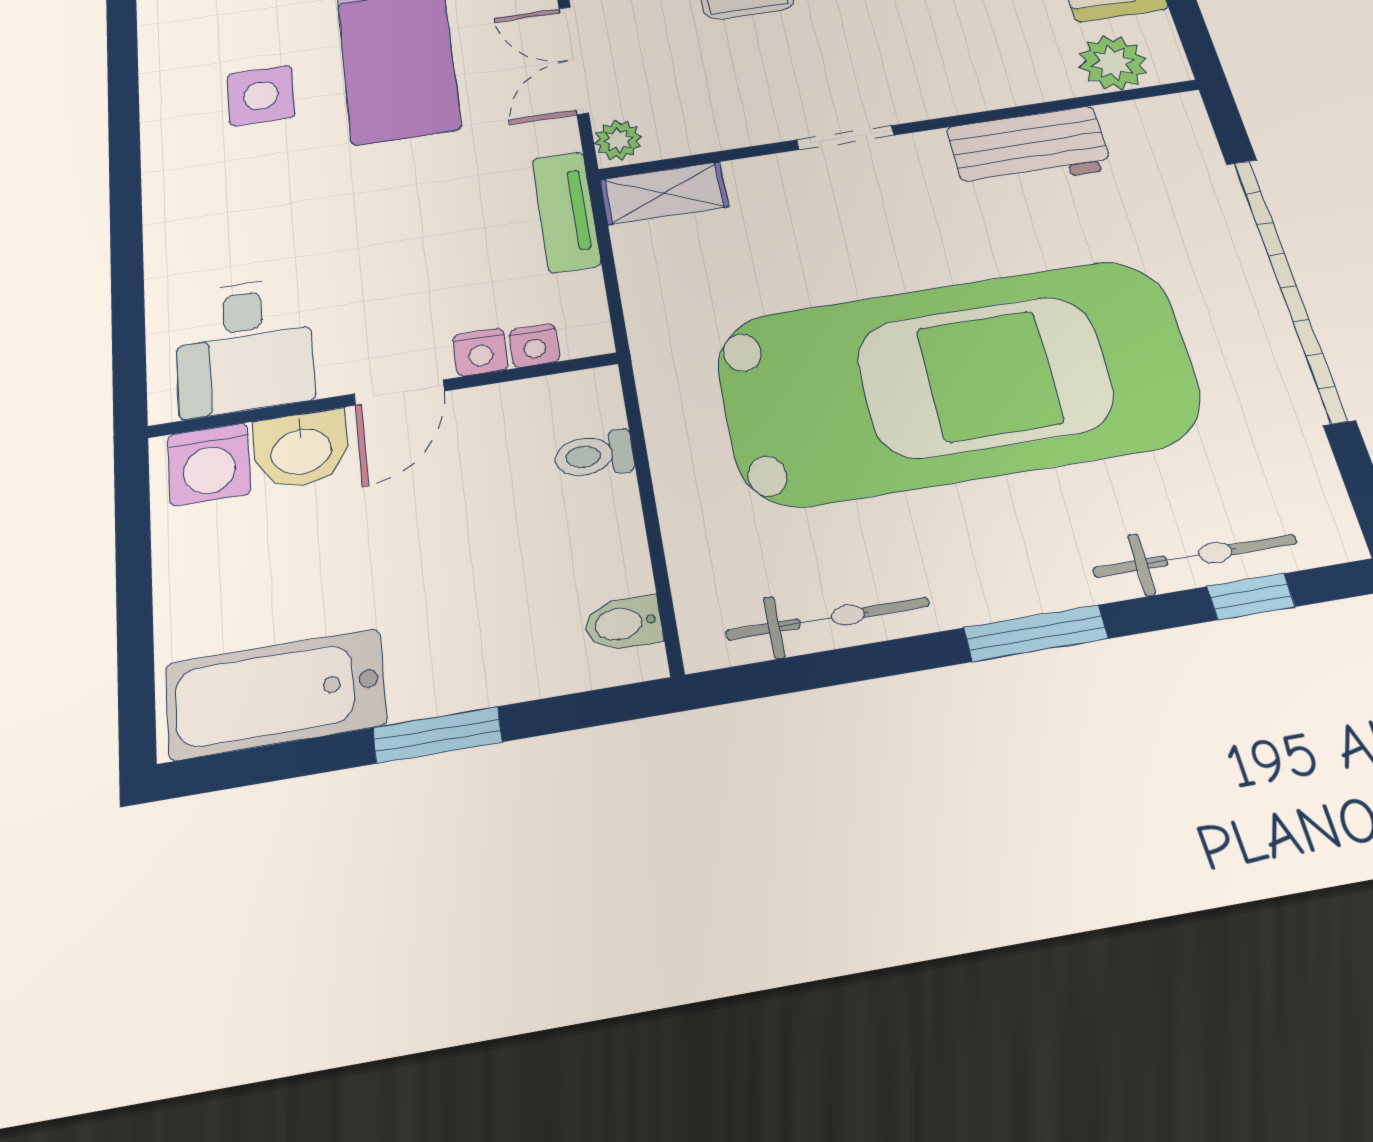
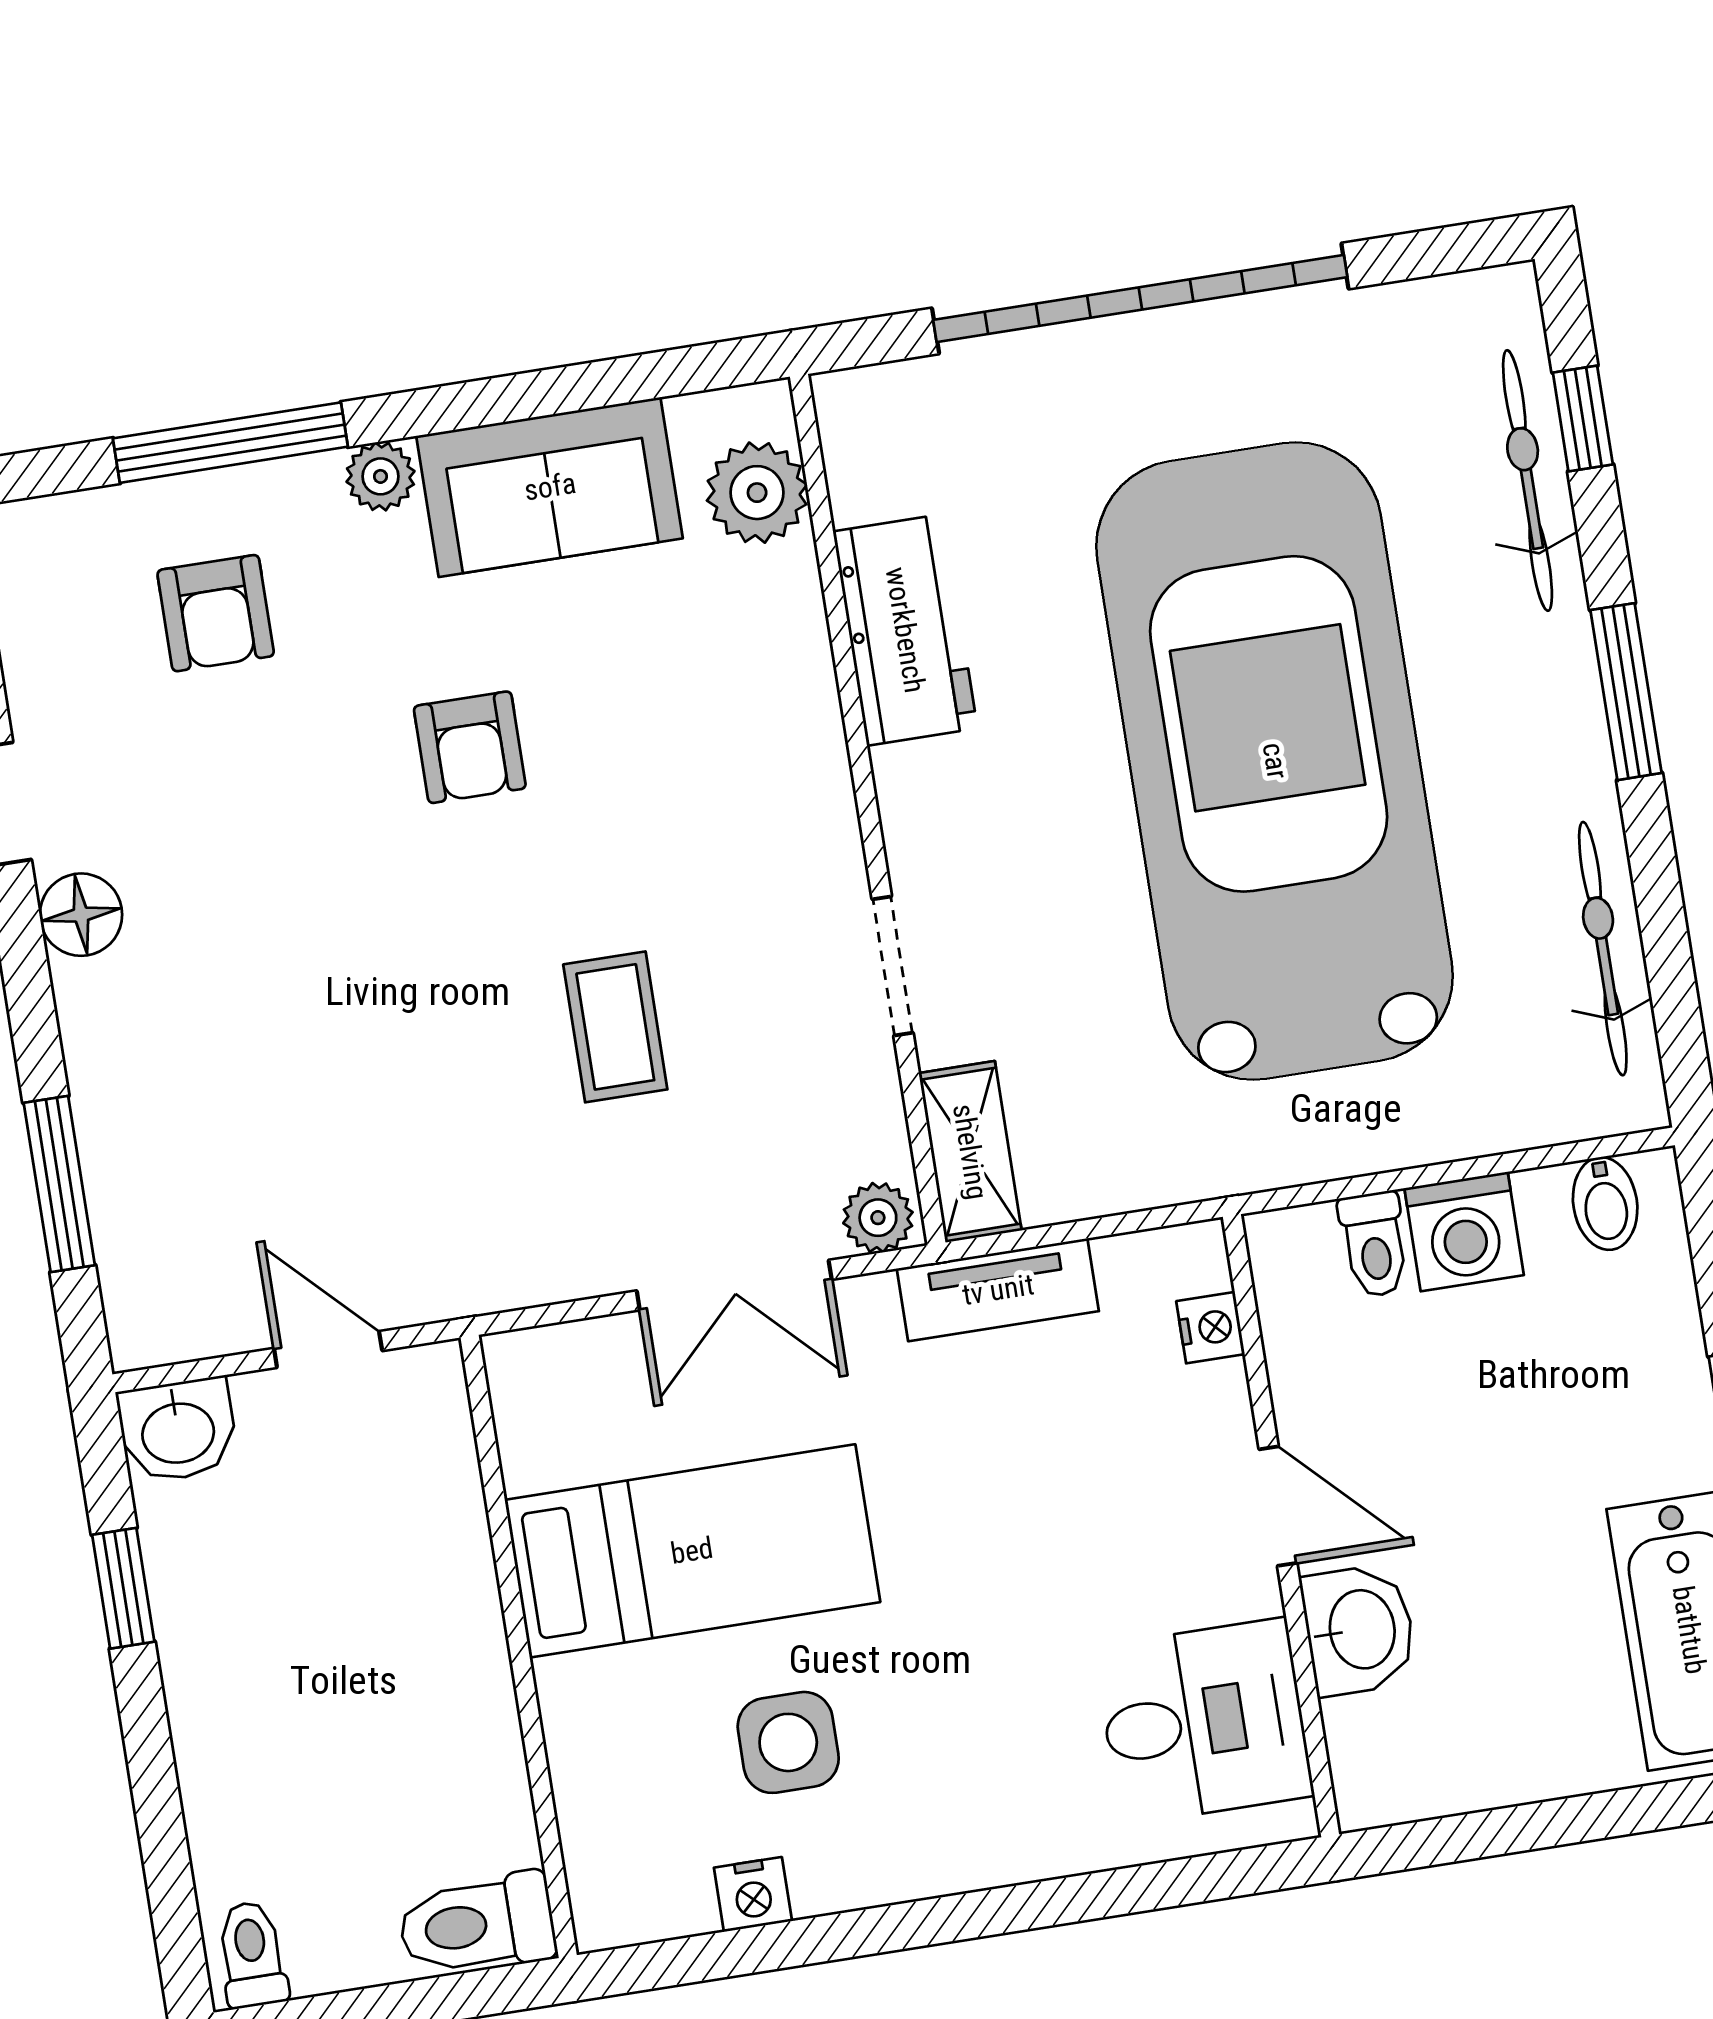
doorway: (845, 137) -> (893, 966), moved
nightstand: (480, 352) -> (753, 1894), moved, turned 90
washing machine: (209, 464) -> (1464, 1232), moved, turned 90

